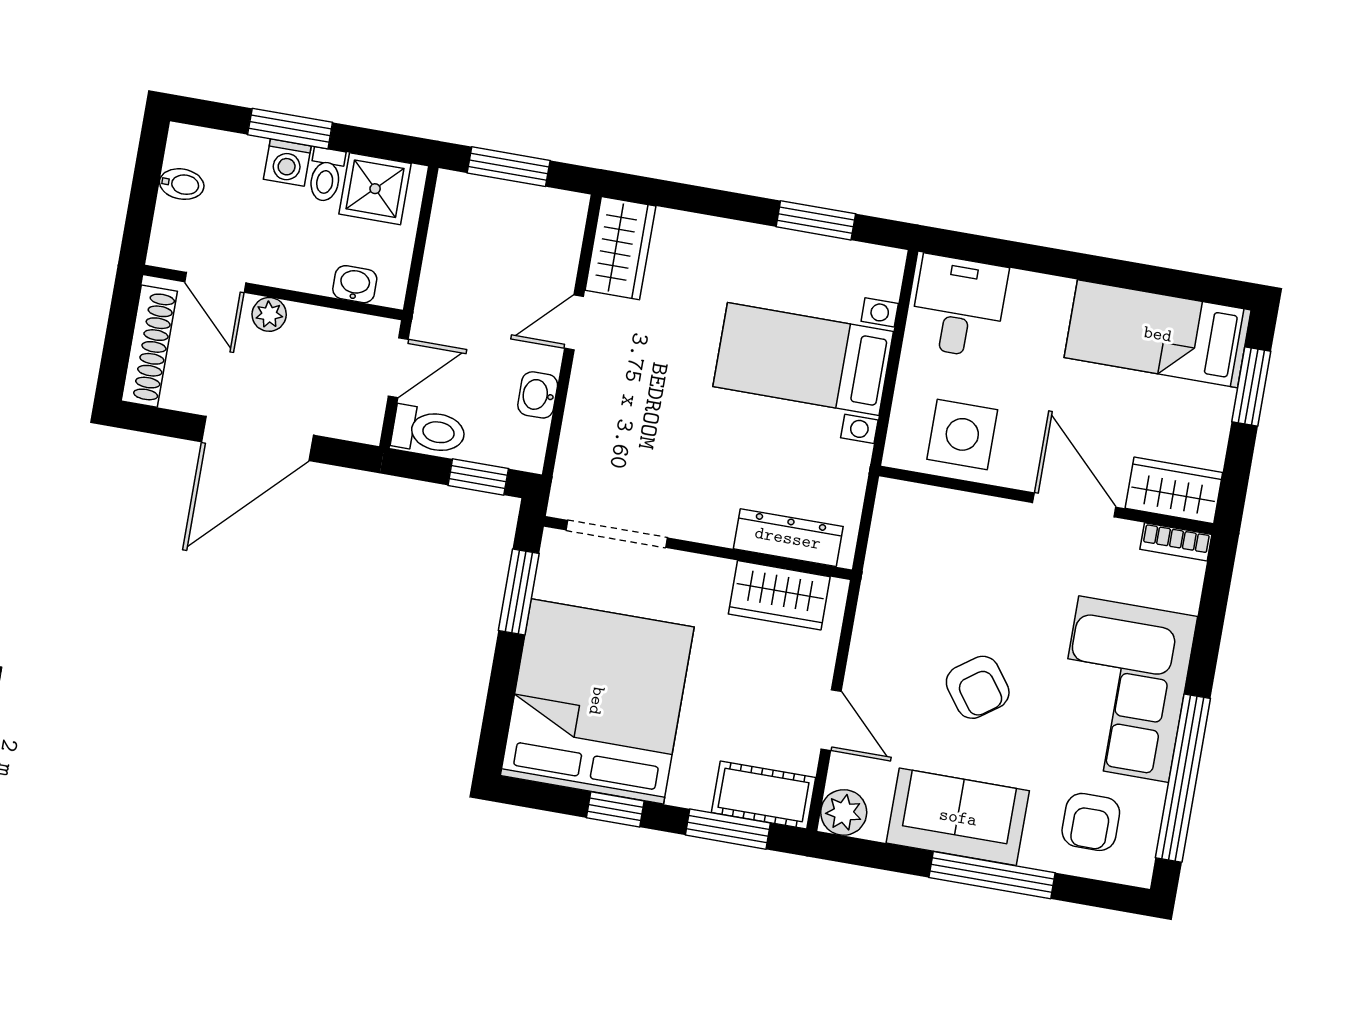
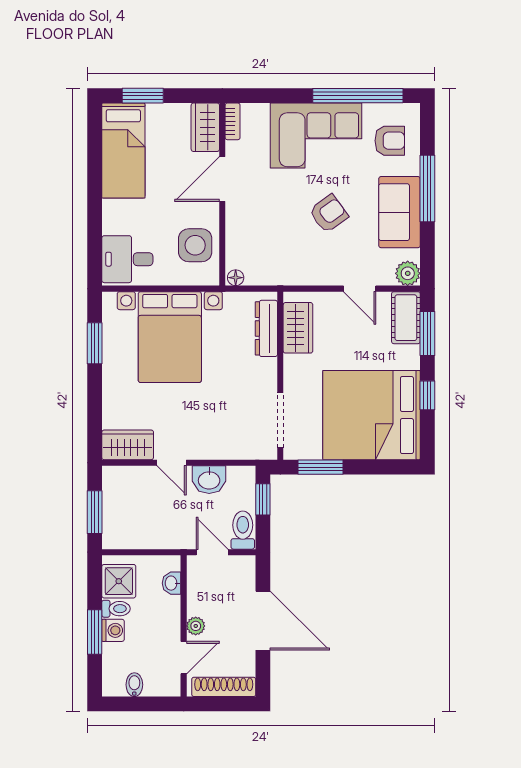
bed with nightstands: (803, 359) -> (170, 337), width x1.36
washbasin: (538, 395) -> (209, 480), width x1.38, depth x1.45
floor lamp: (890, 498) -> (236, 278), added
door: (831, 720) -> (360, 289), swing flipped

